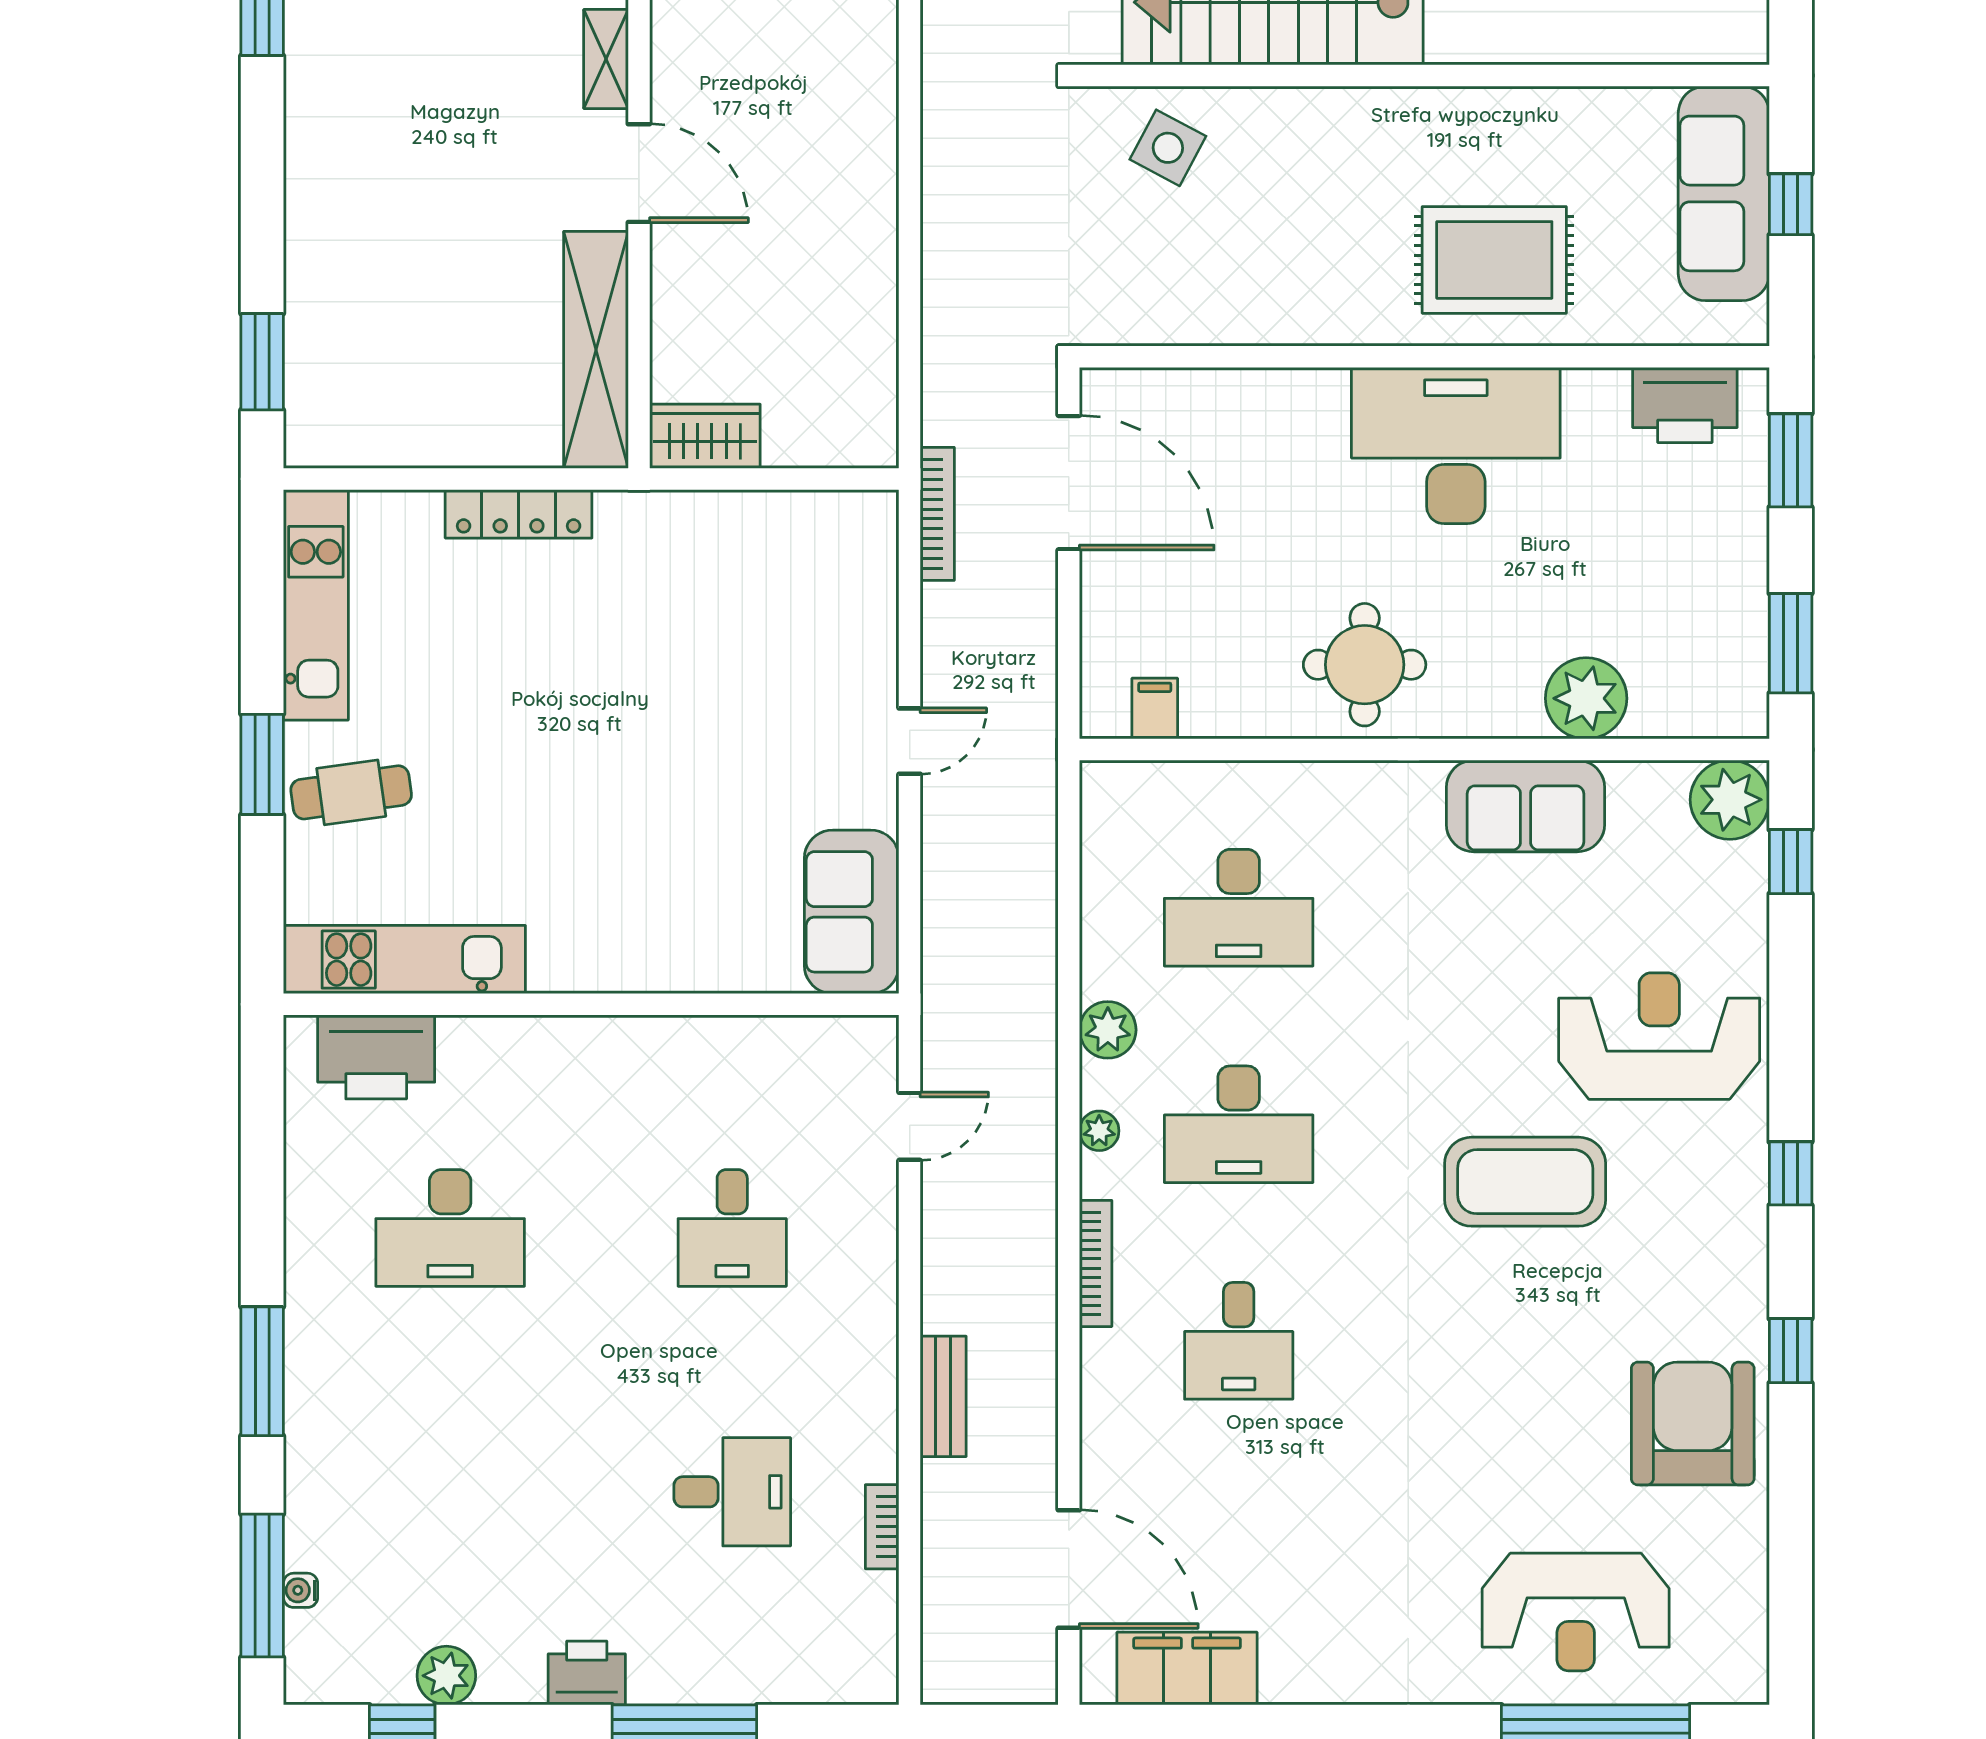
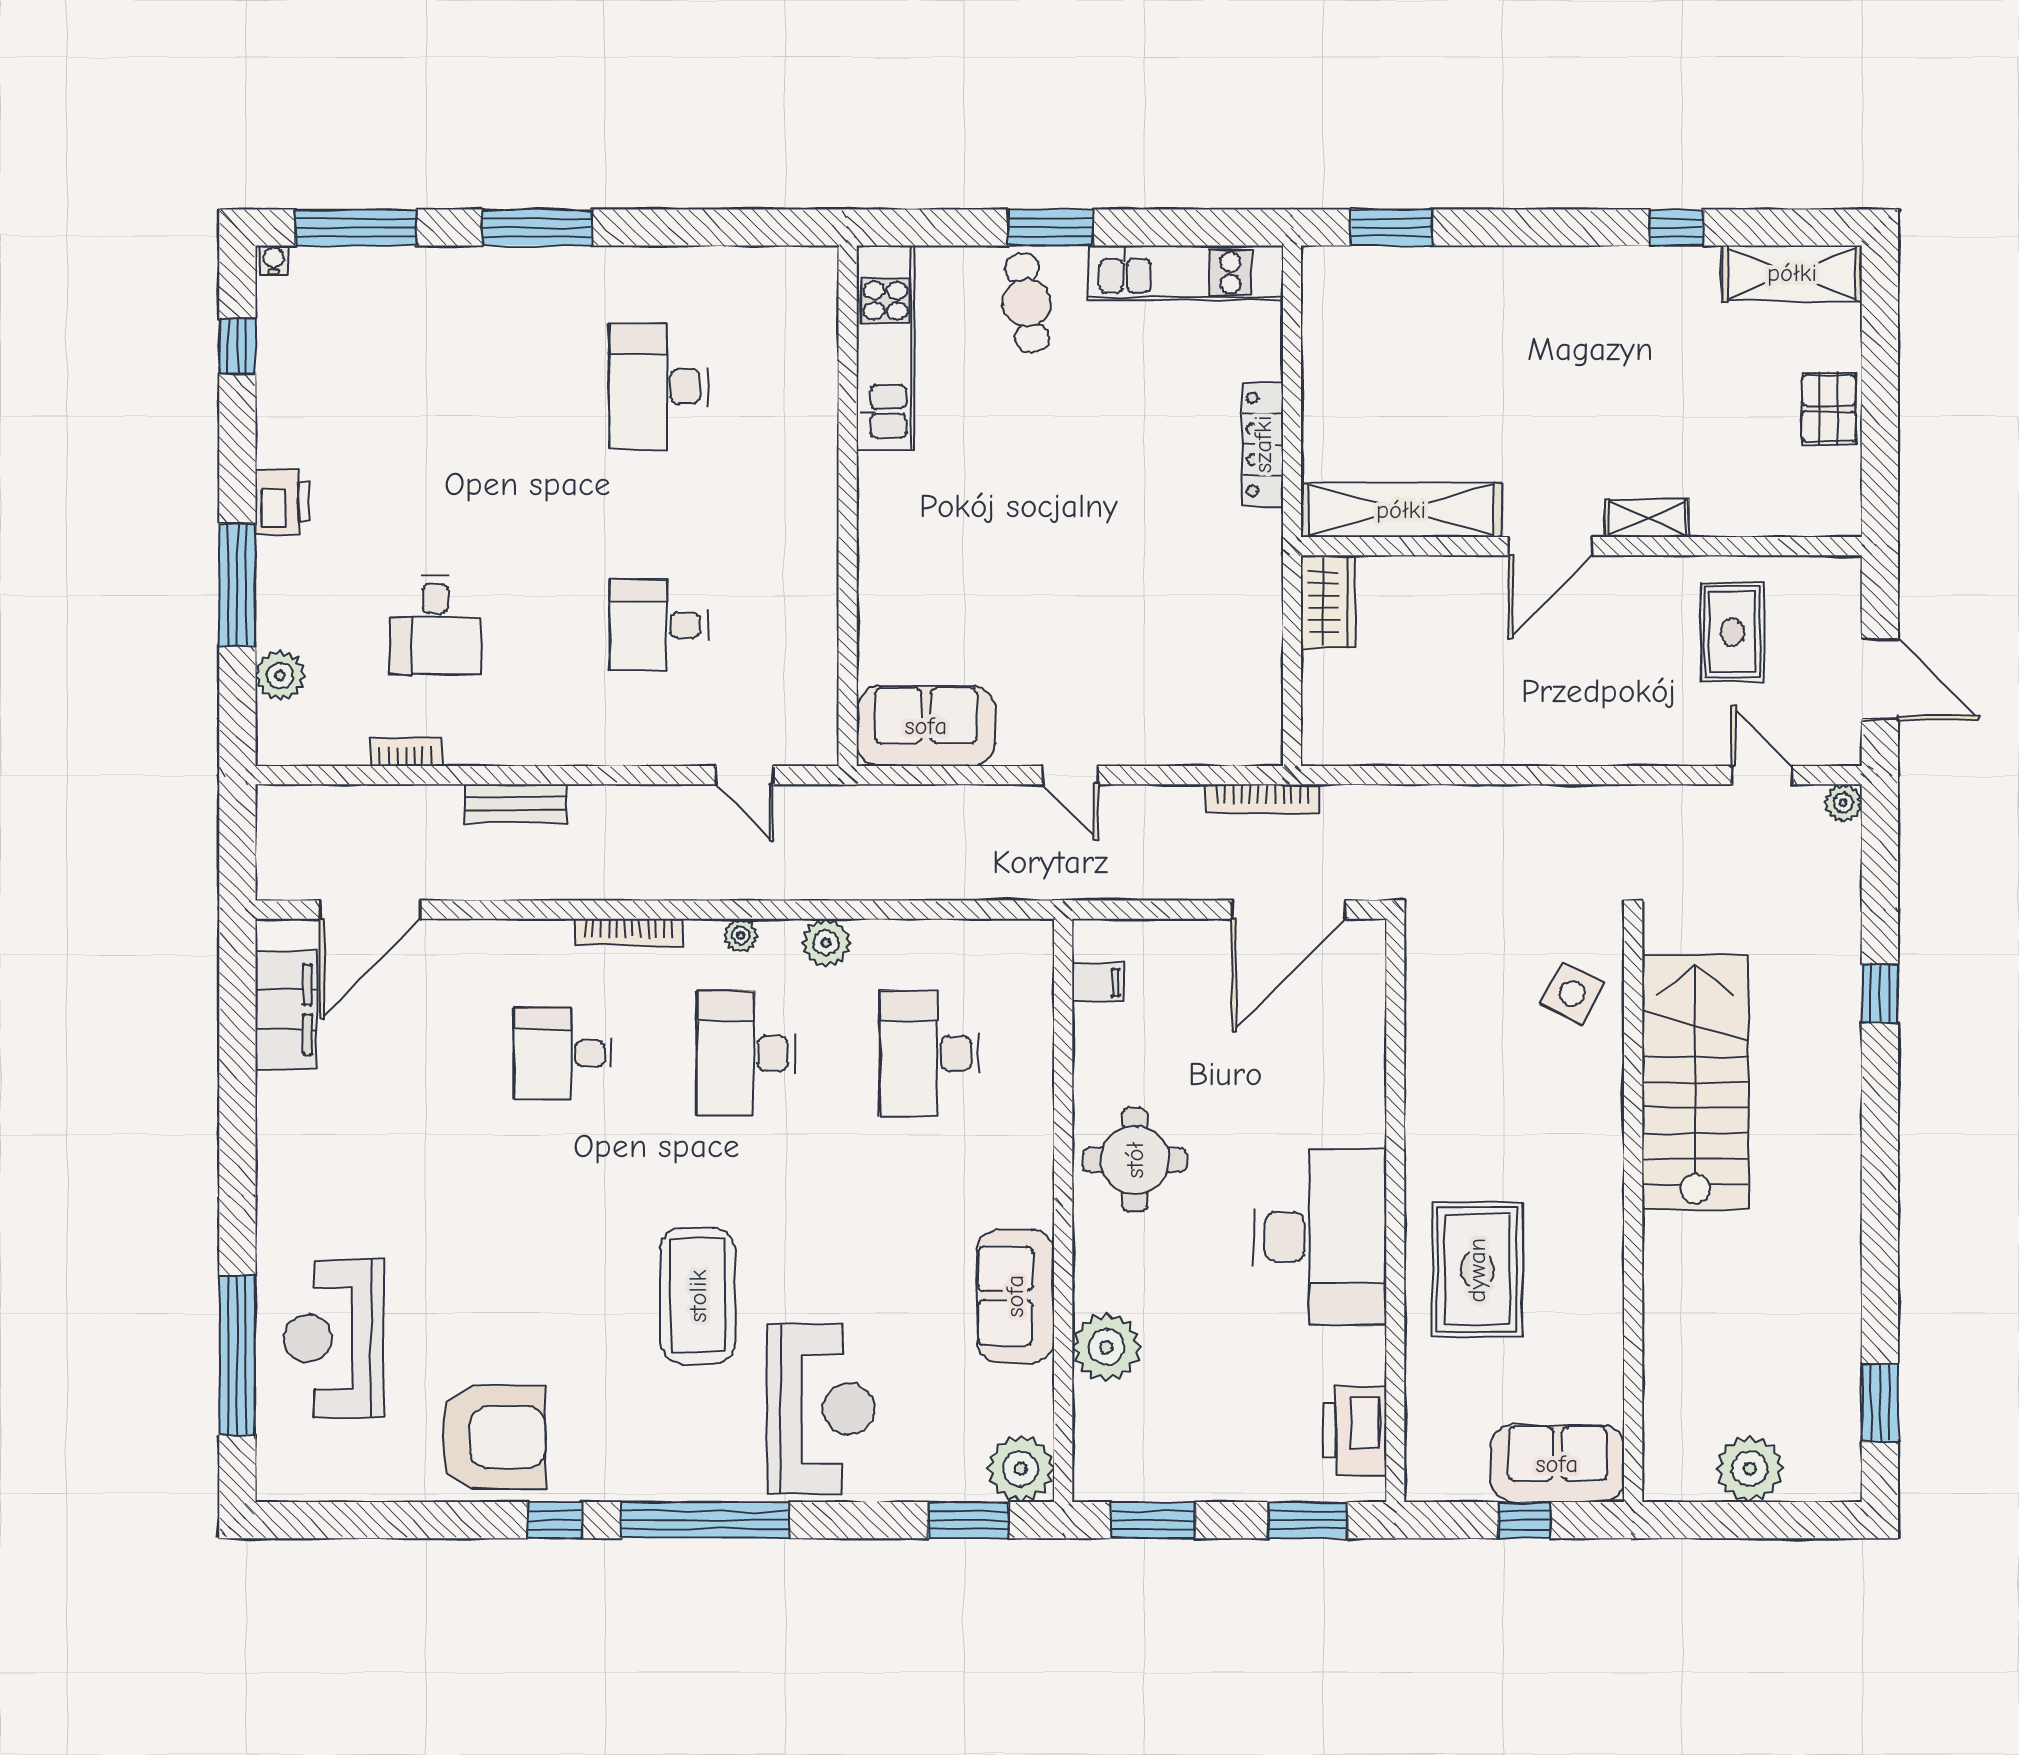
sofa: (1724, 193) -> (1557, 1464), width x0.73
window: (1791, 862) -> (968, 1520), width x1.50
printer: (376, 1057) -> (803, 324), removed
window: (1791, 1173) -> (705, 1520), width x3.17
water cooler: (301, 1590) -> (273, 260), moved
plant: (446, 1676) -> (280, 675), moved

